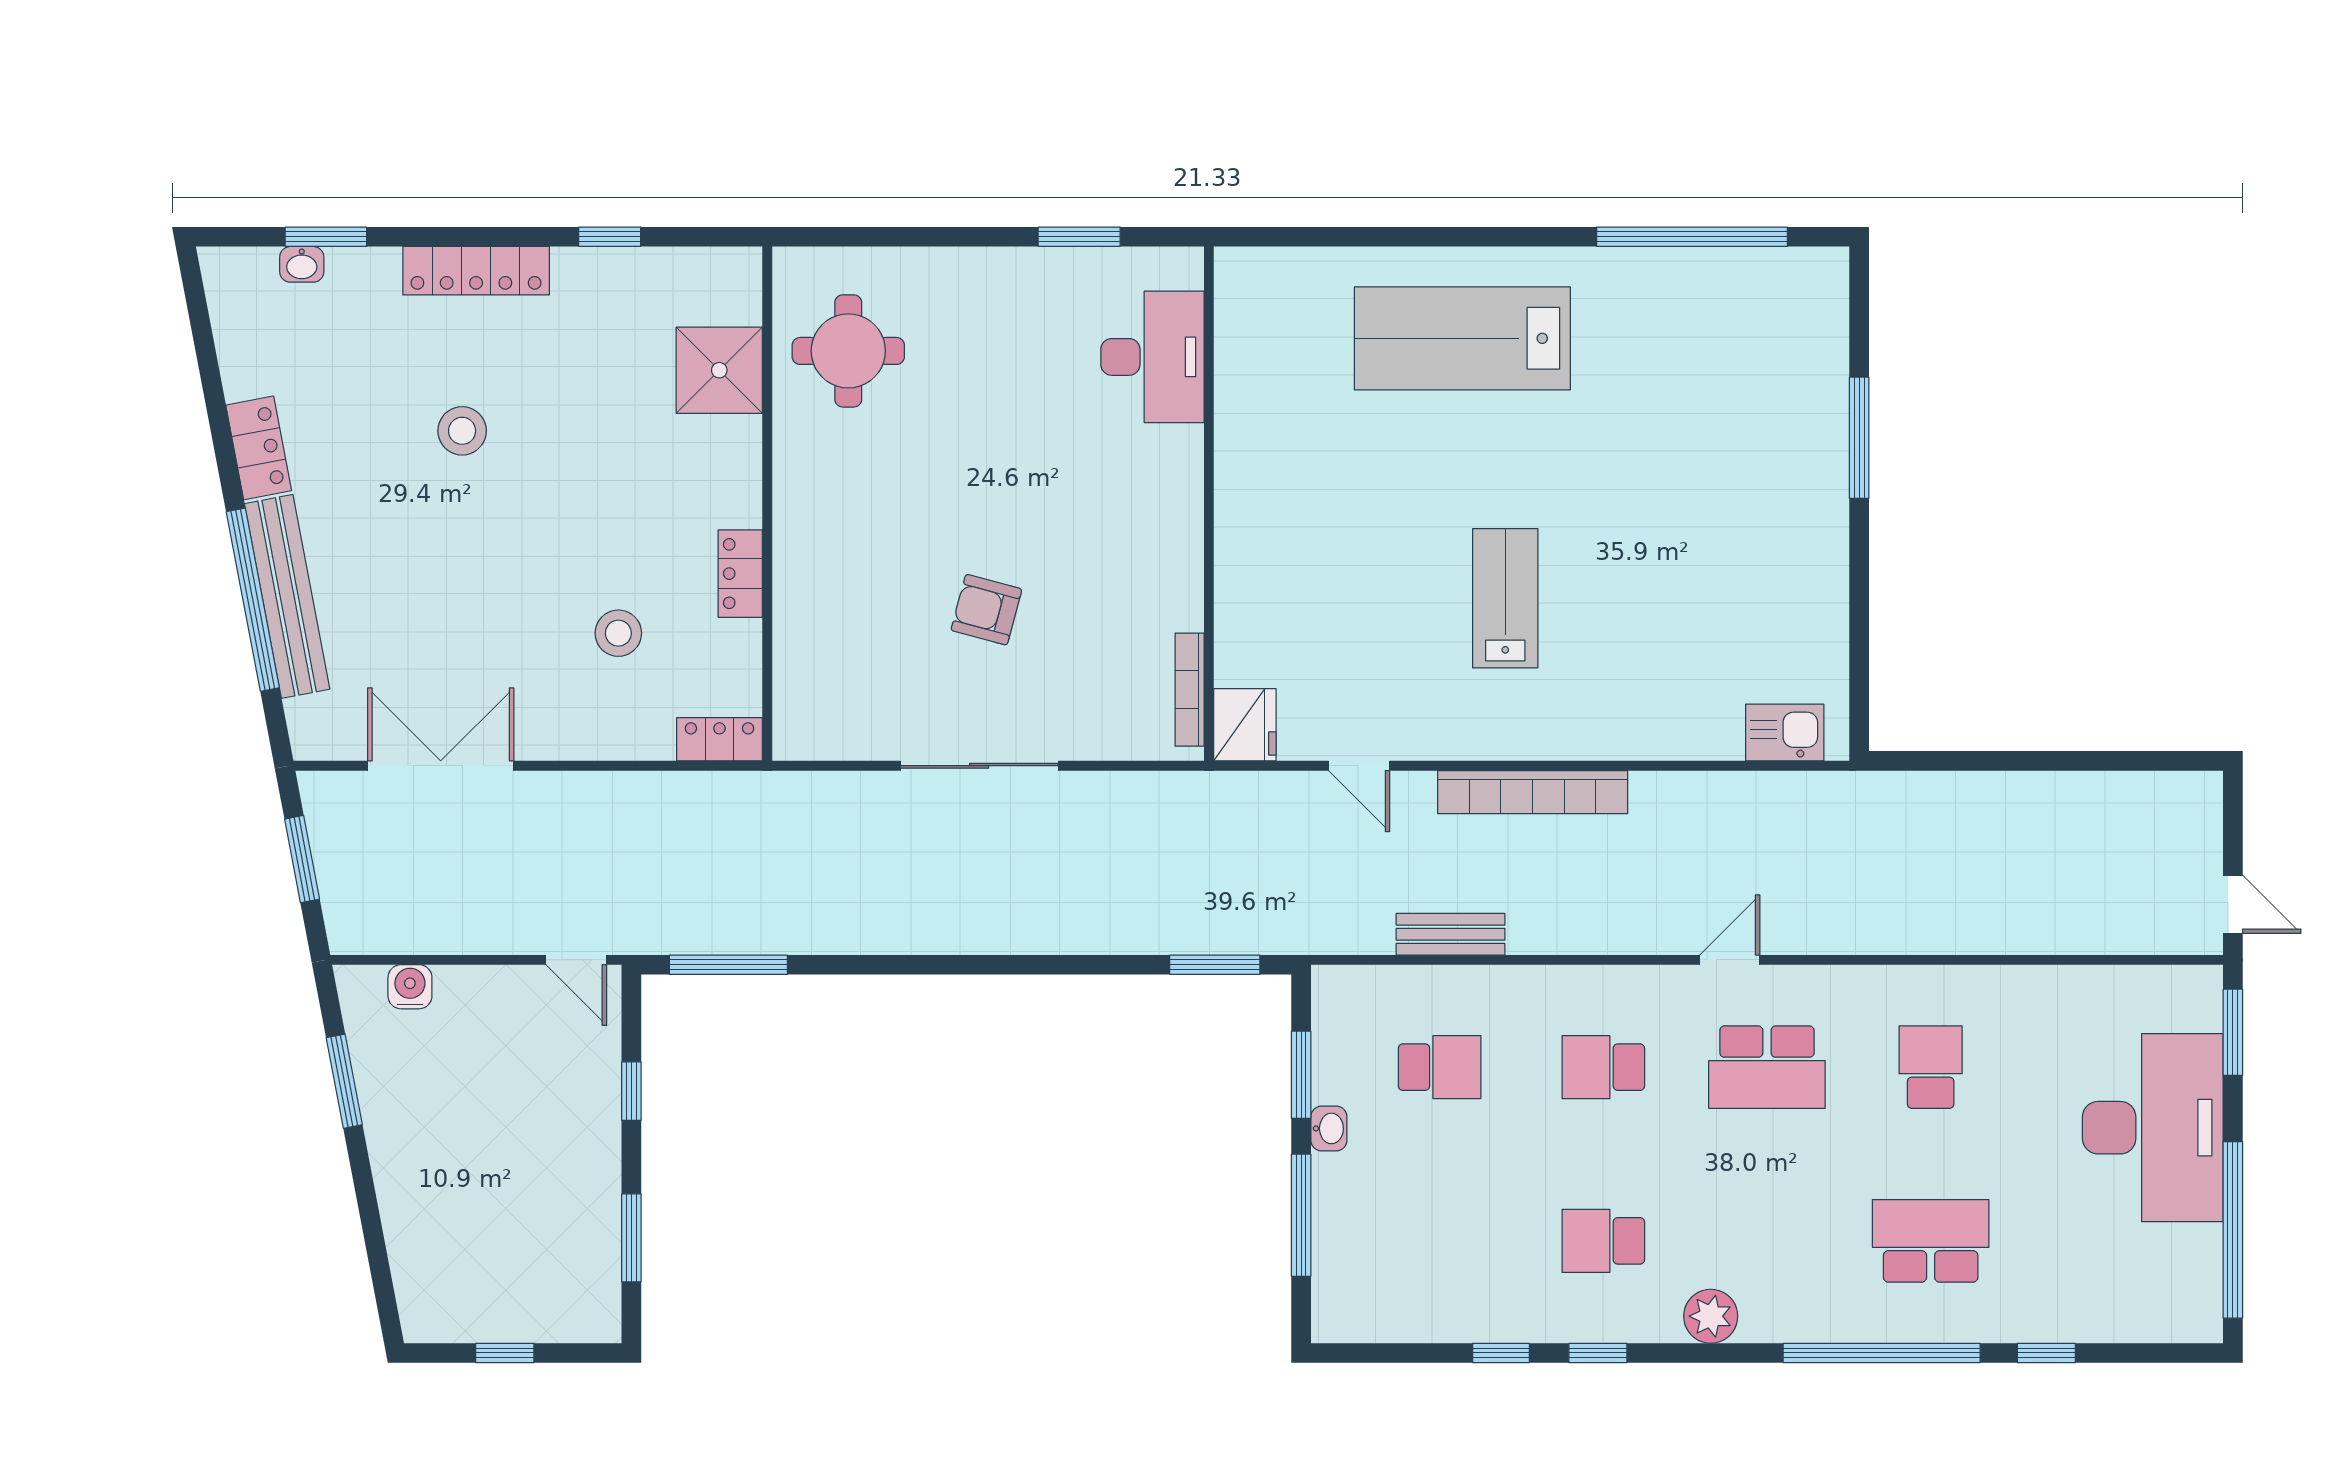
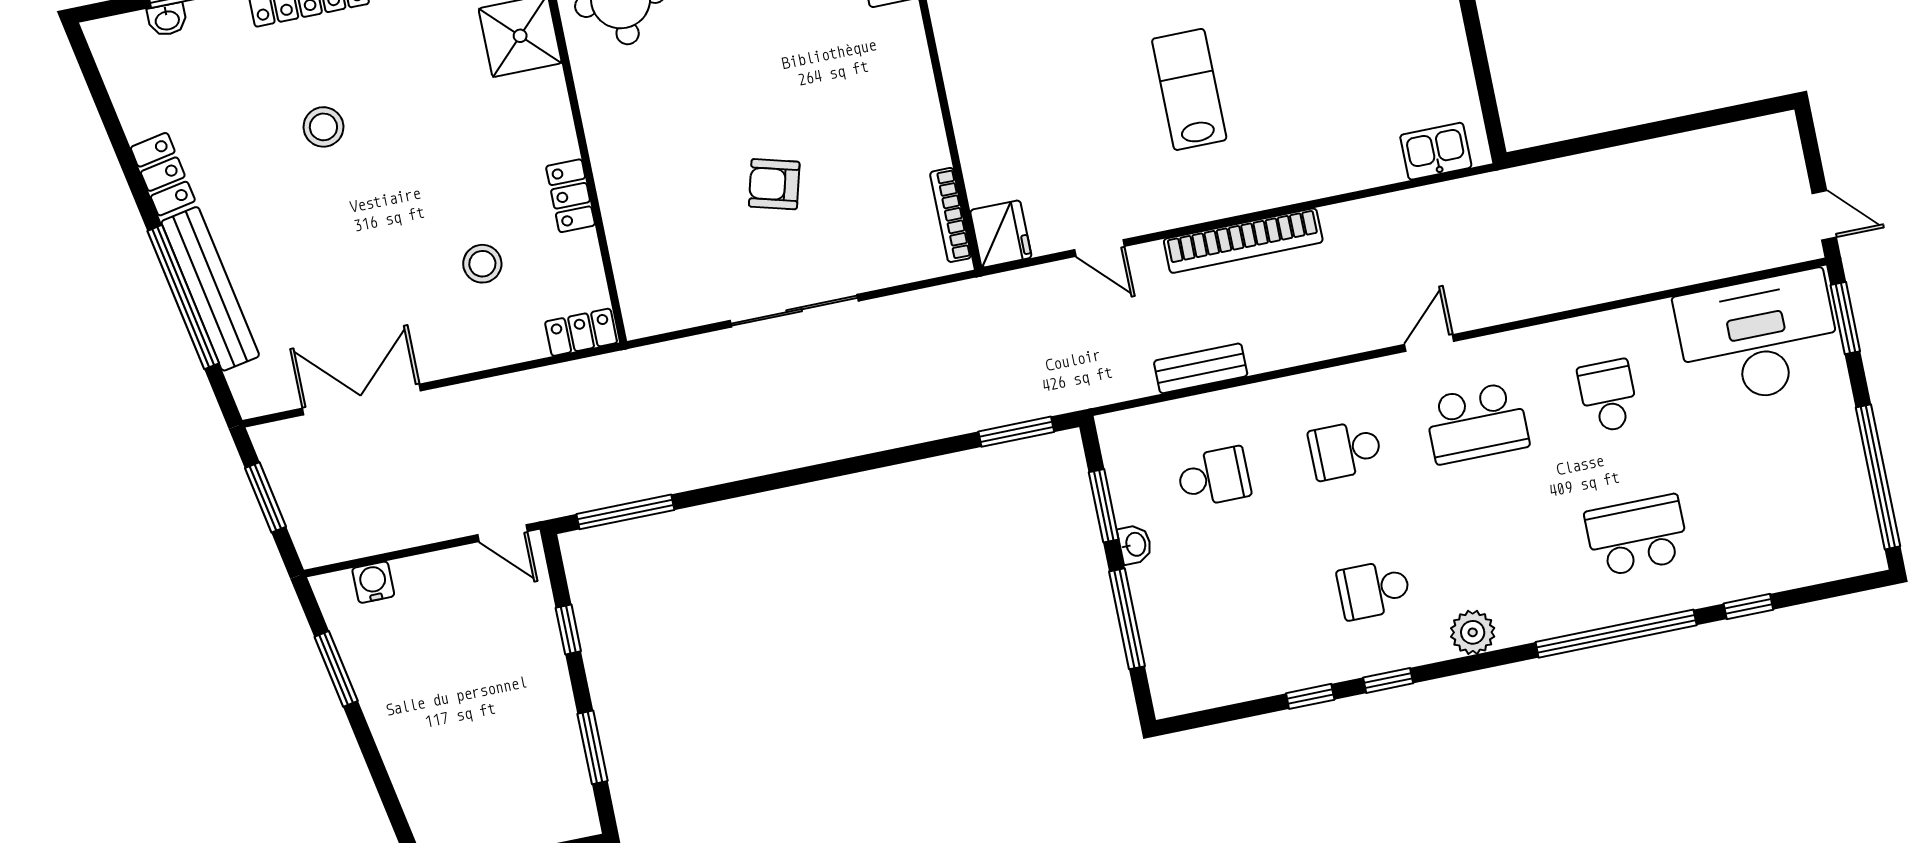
desk: (2153, 1128) -> (1758, 338), moved, turned -90

